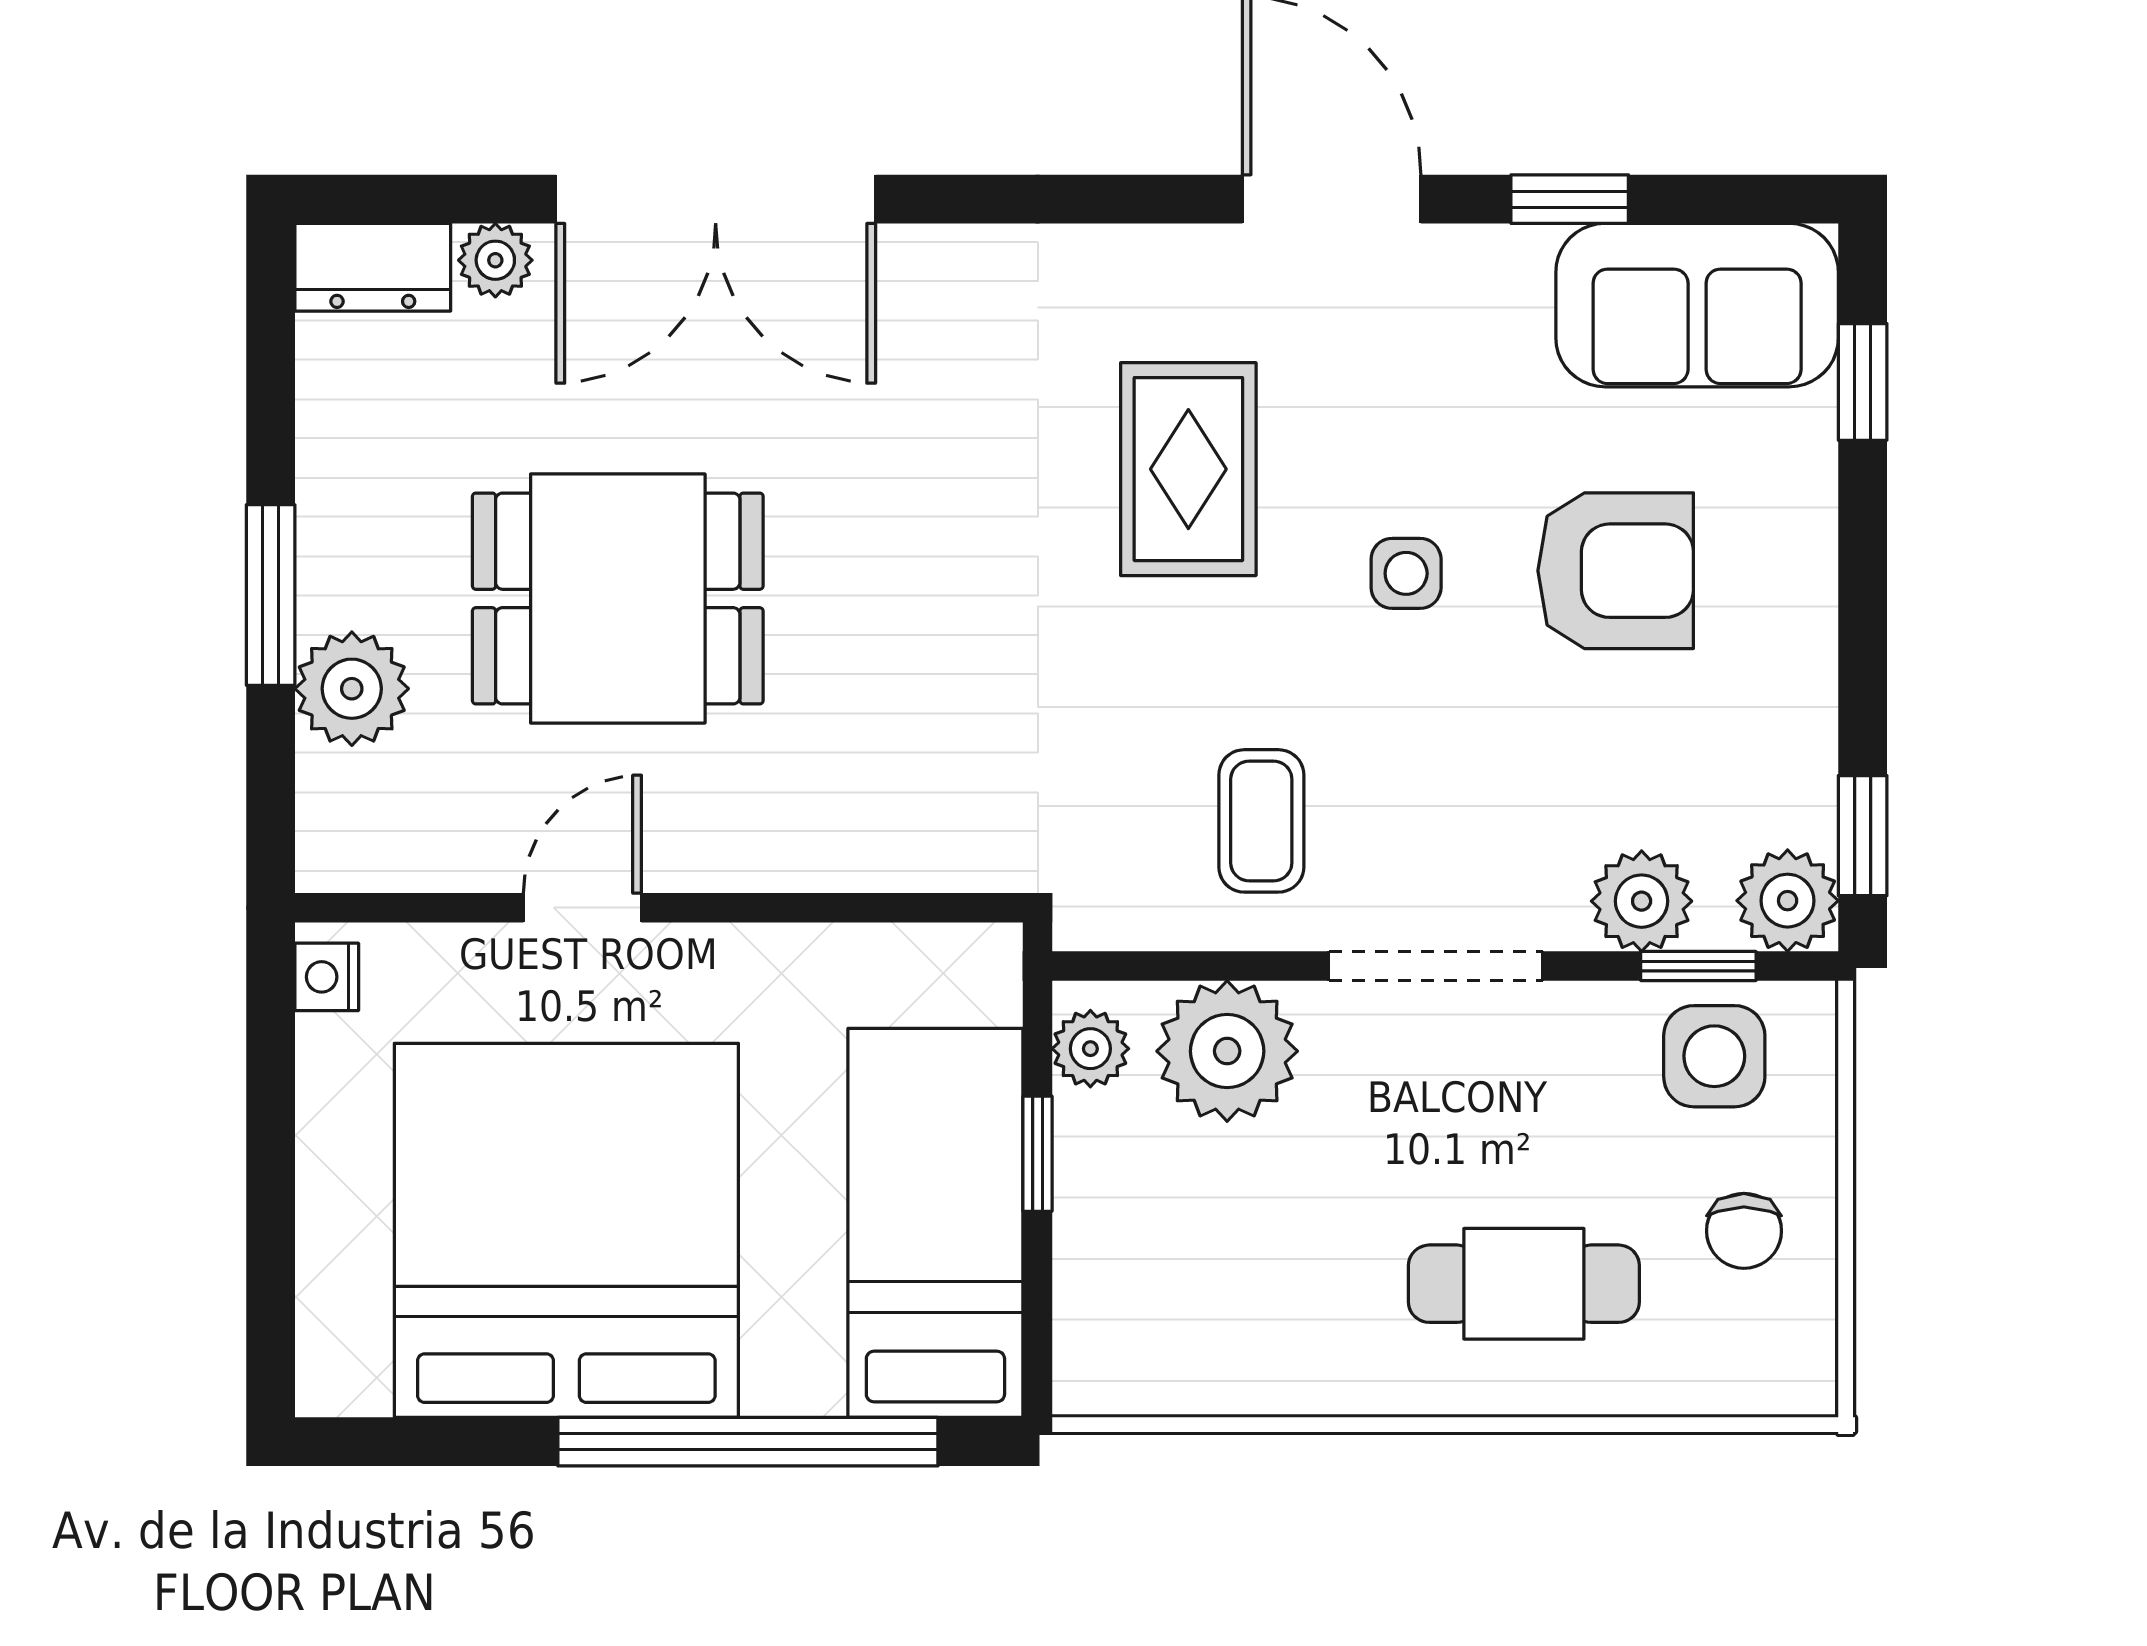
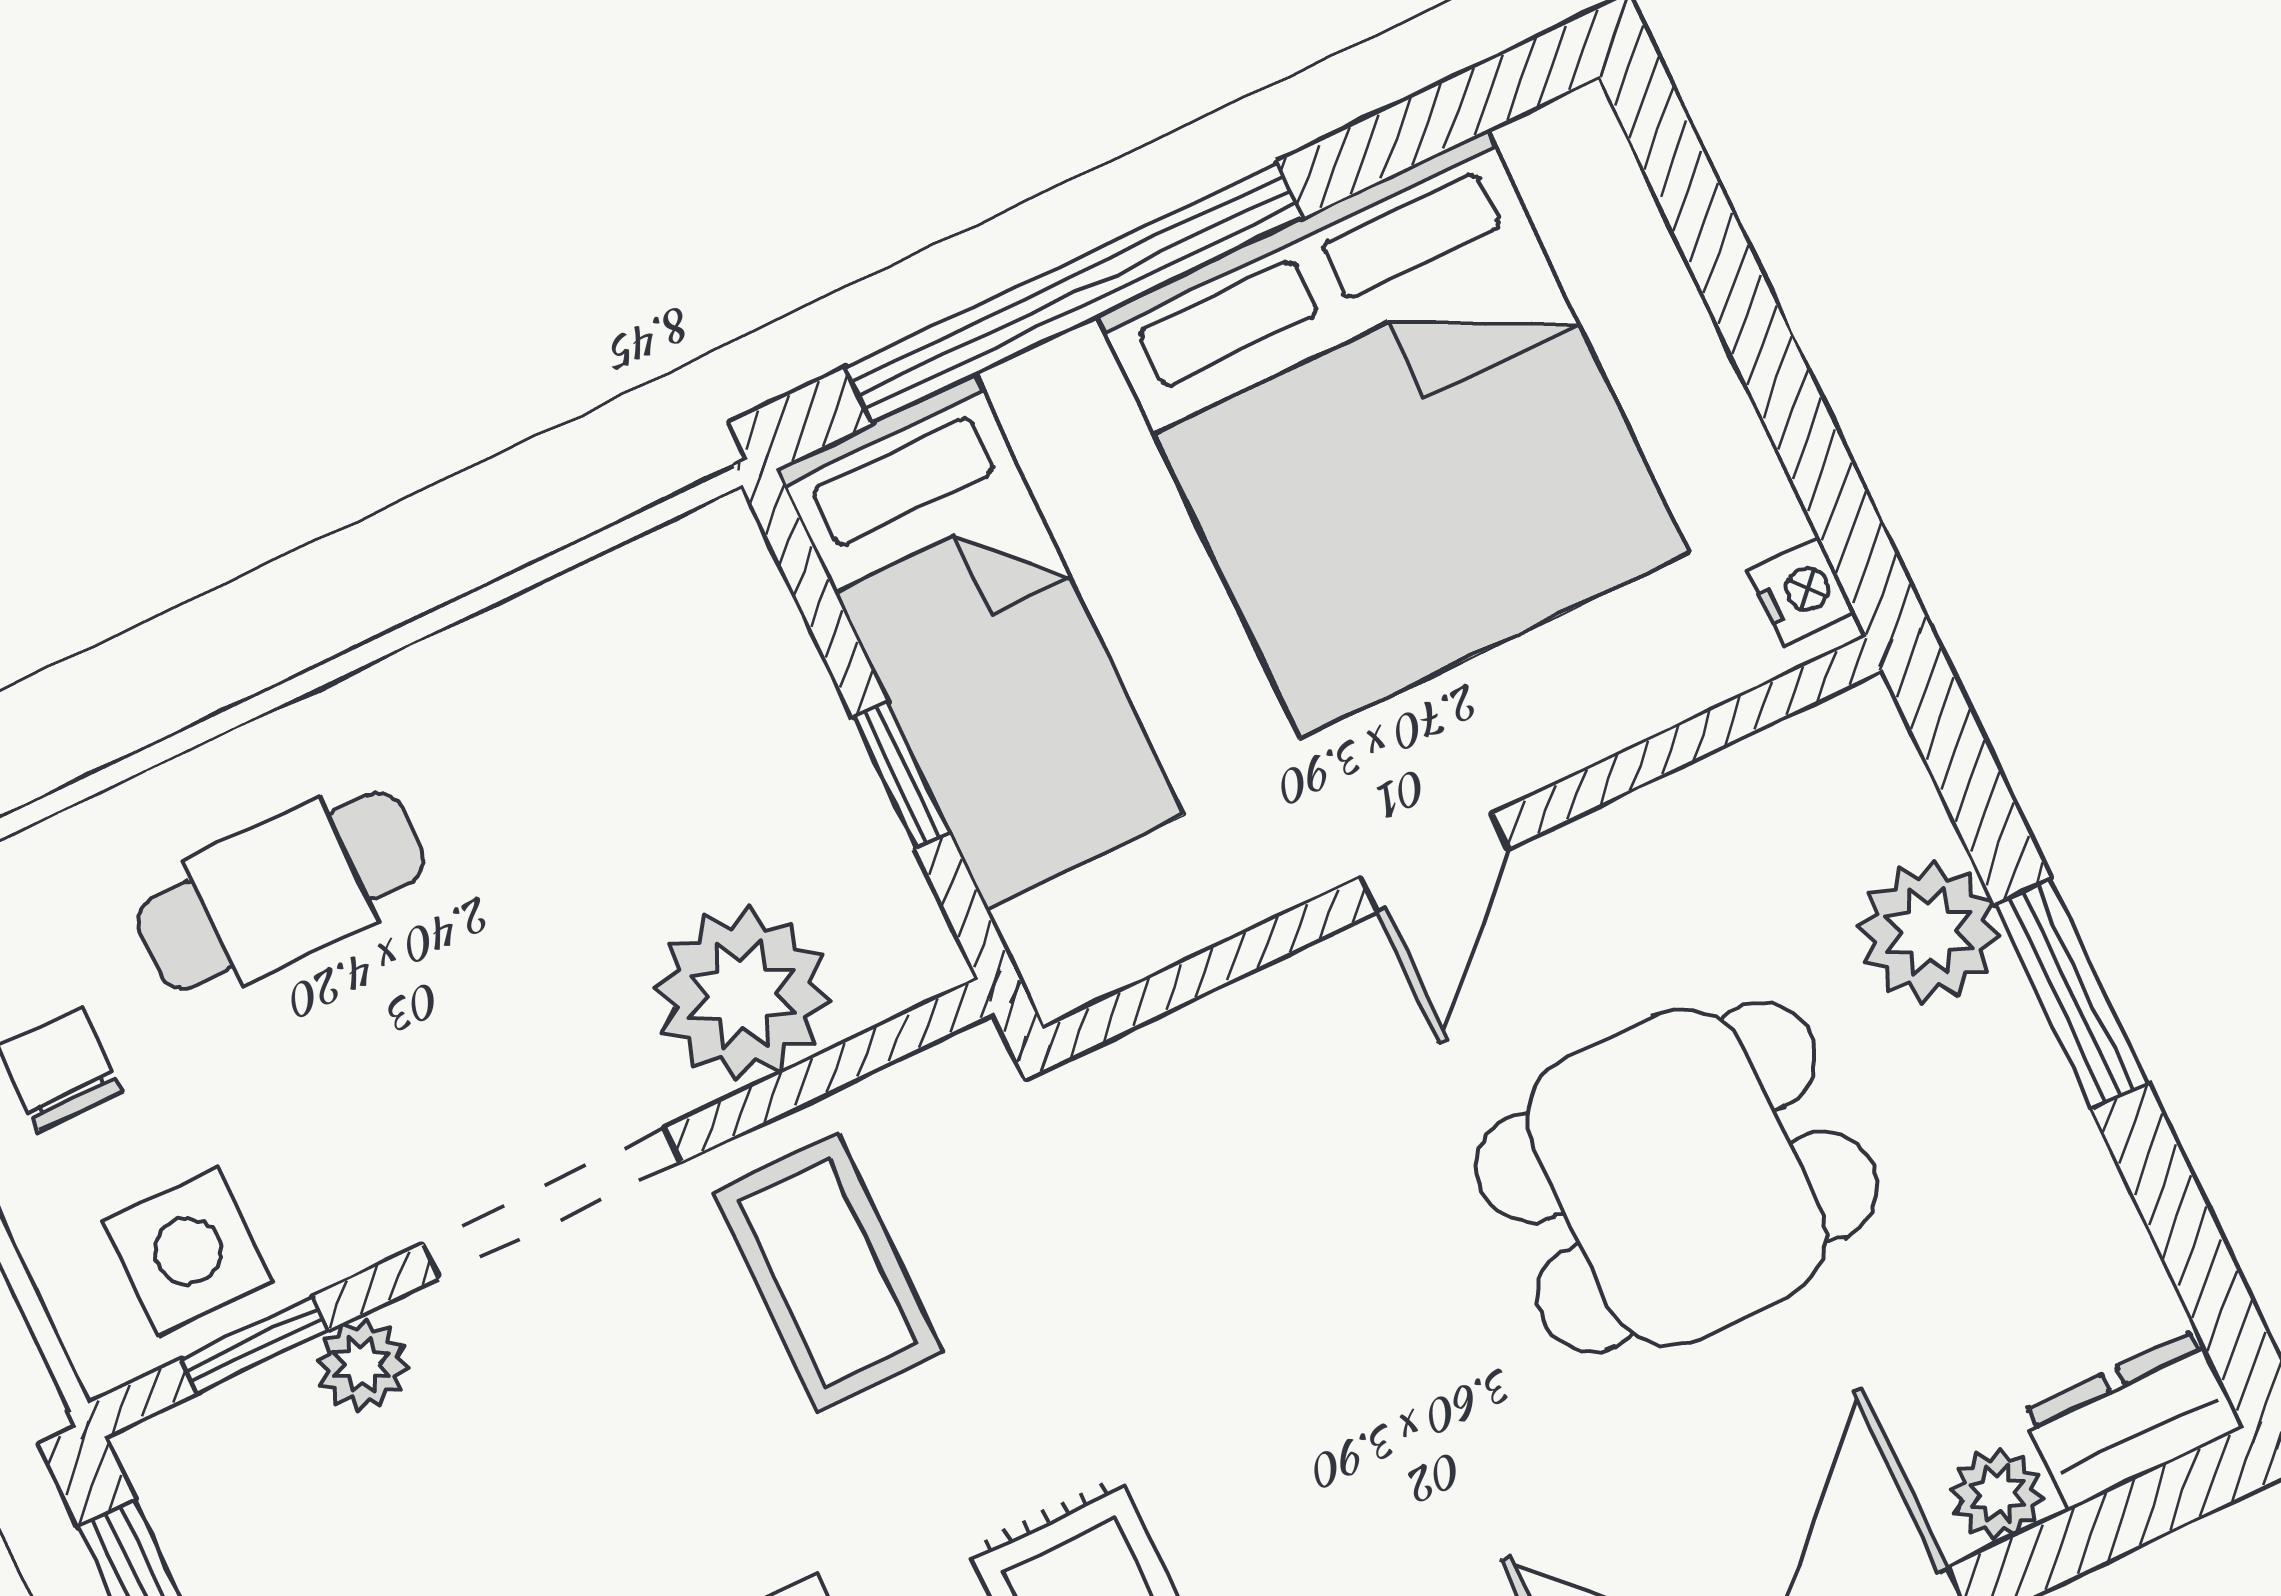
coffee table: (1261, 821) -> (828, 1273), width x1.36, depth x1.30
plant: (1642, 901) -> (362, 1364), width x0.73, depth x0.73
plant: (1788, 901) -> (189, 1467), removed
door: (582, 908) -> (1435, 863), moved
plant: (1090, 1049) -> (898, 923), removed

